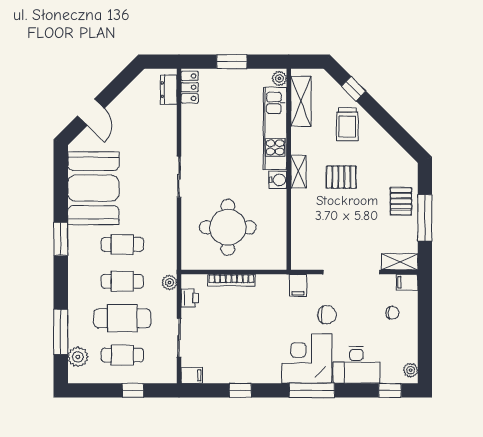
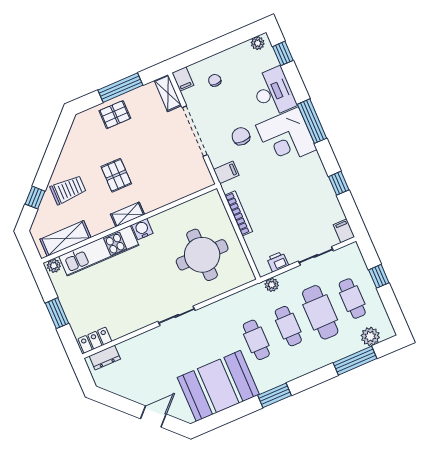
bookcase: (231, 280) -> (239, 213), moved

